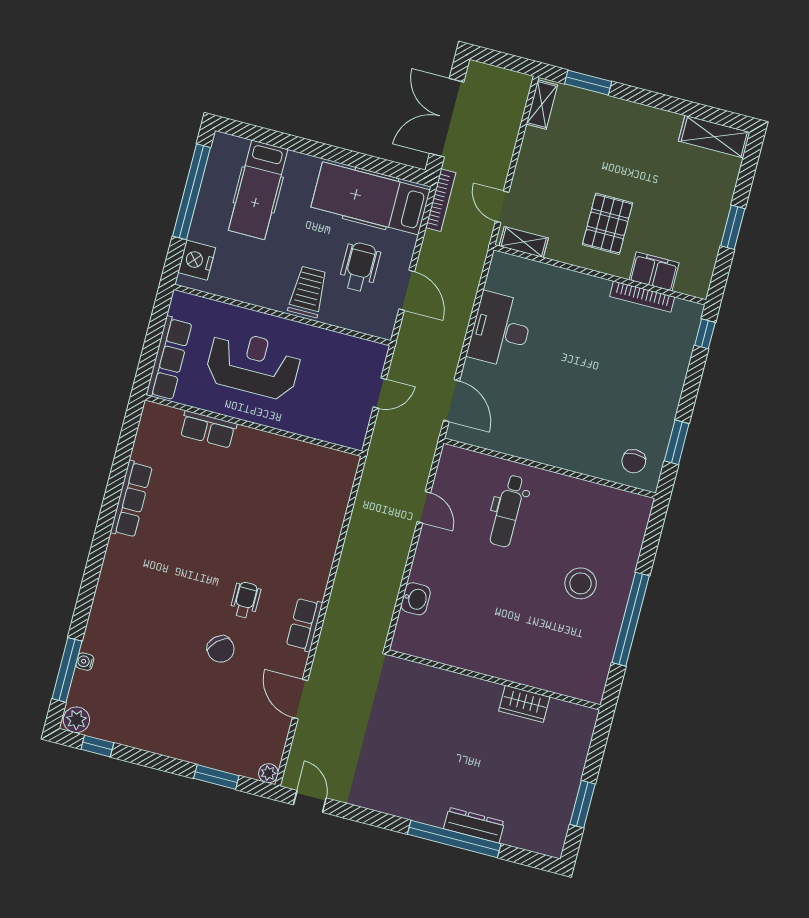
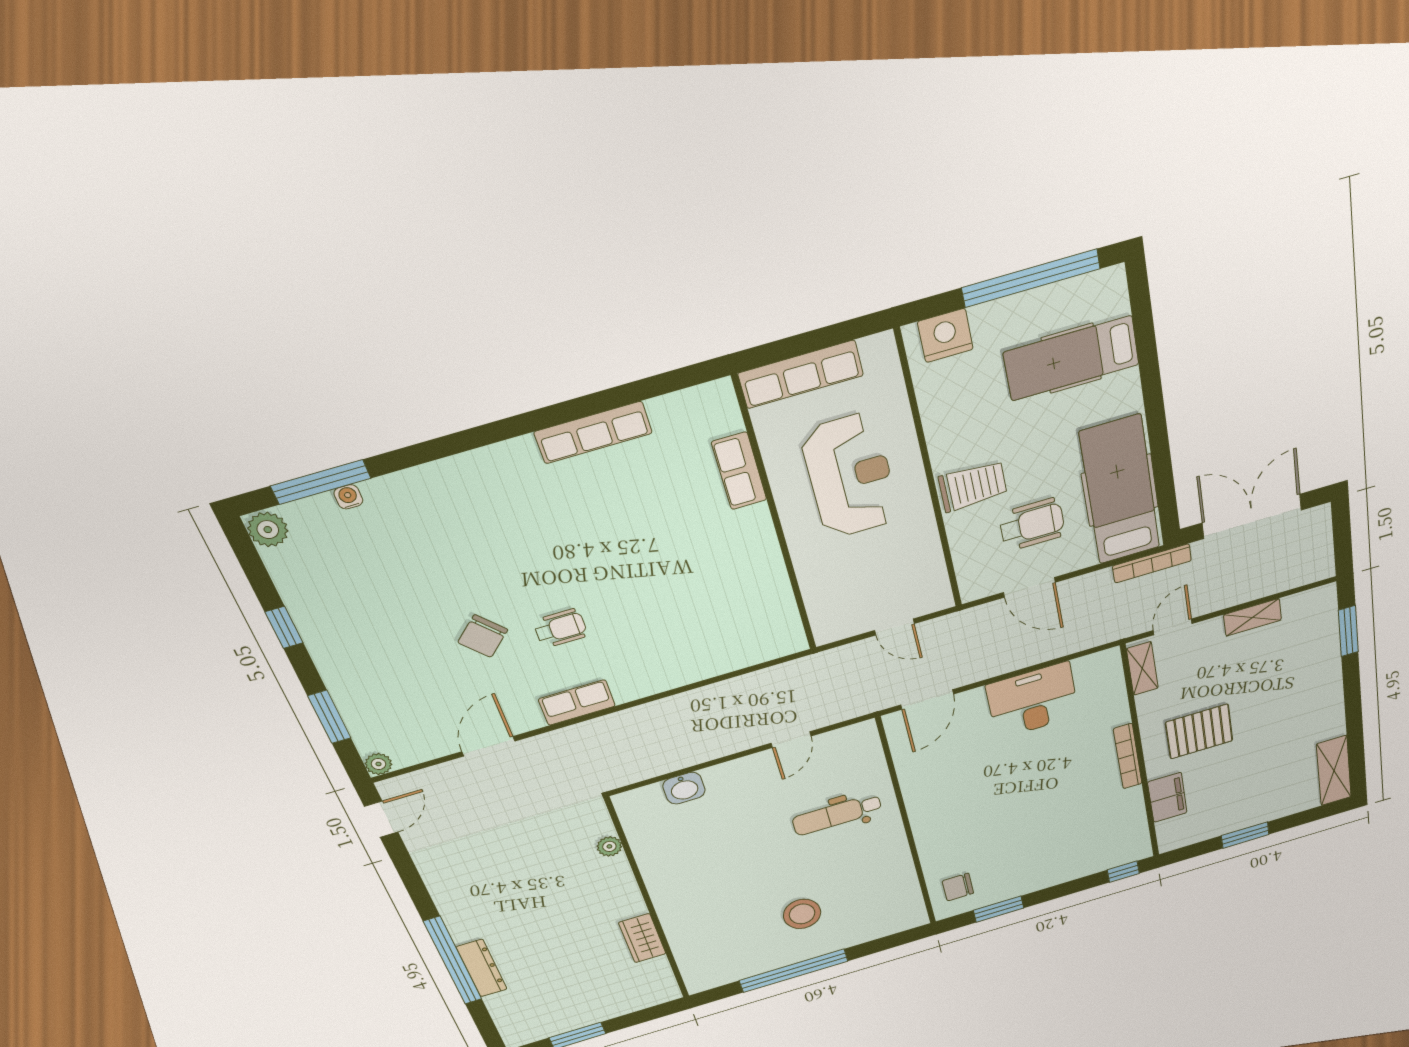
shelving: (542, 105) -> (1252, 617), moved
door: (407, 290) -> (1029, 587), hinge flipped
bookcase: (642, 297) -> (1128, 756), moved
plant: (430, 676) -> (609, 846), added
window: (97, 746) -> (284, 627), moved

